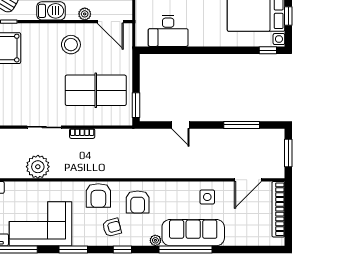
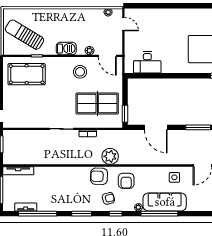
door: (180, 125) -> (156, 127), width x1.87
plant: (38, 167) -> (110, 156), moved
armchair: (98, 195) -> (99, 176), turned 92
corner sofa: (40, 224) -> (59, 196), removed

